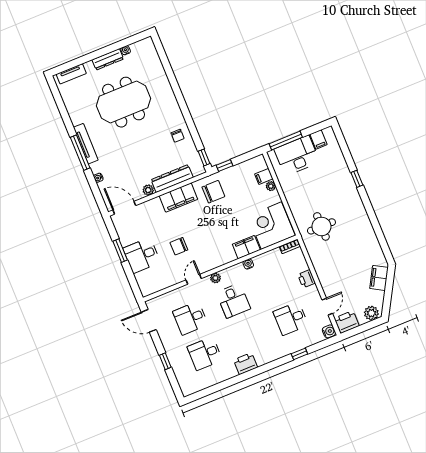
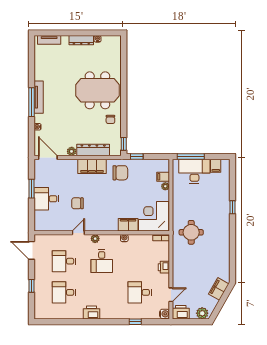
meeting table: (124, 102) -> (97, 90), moved

